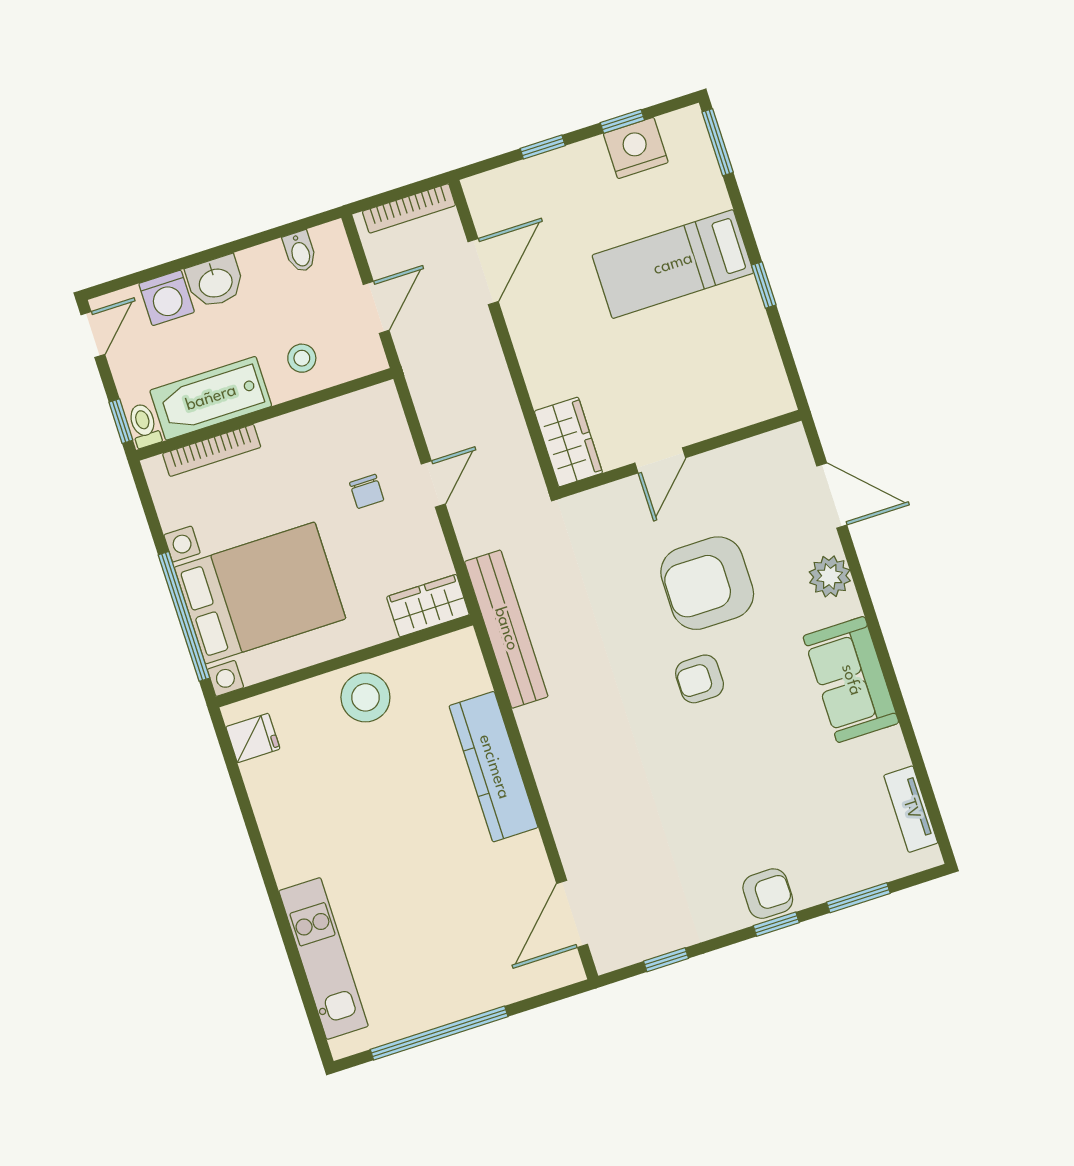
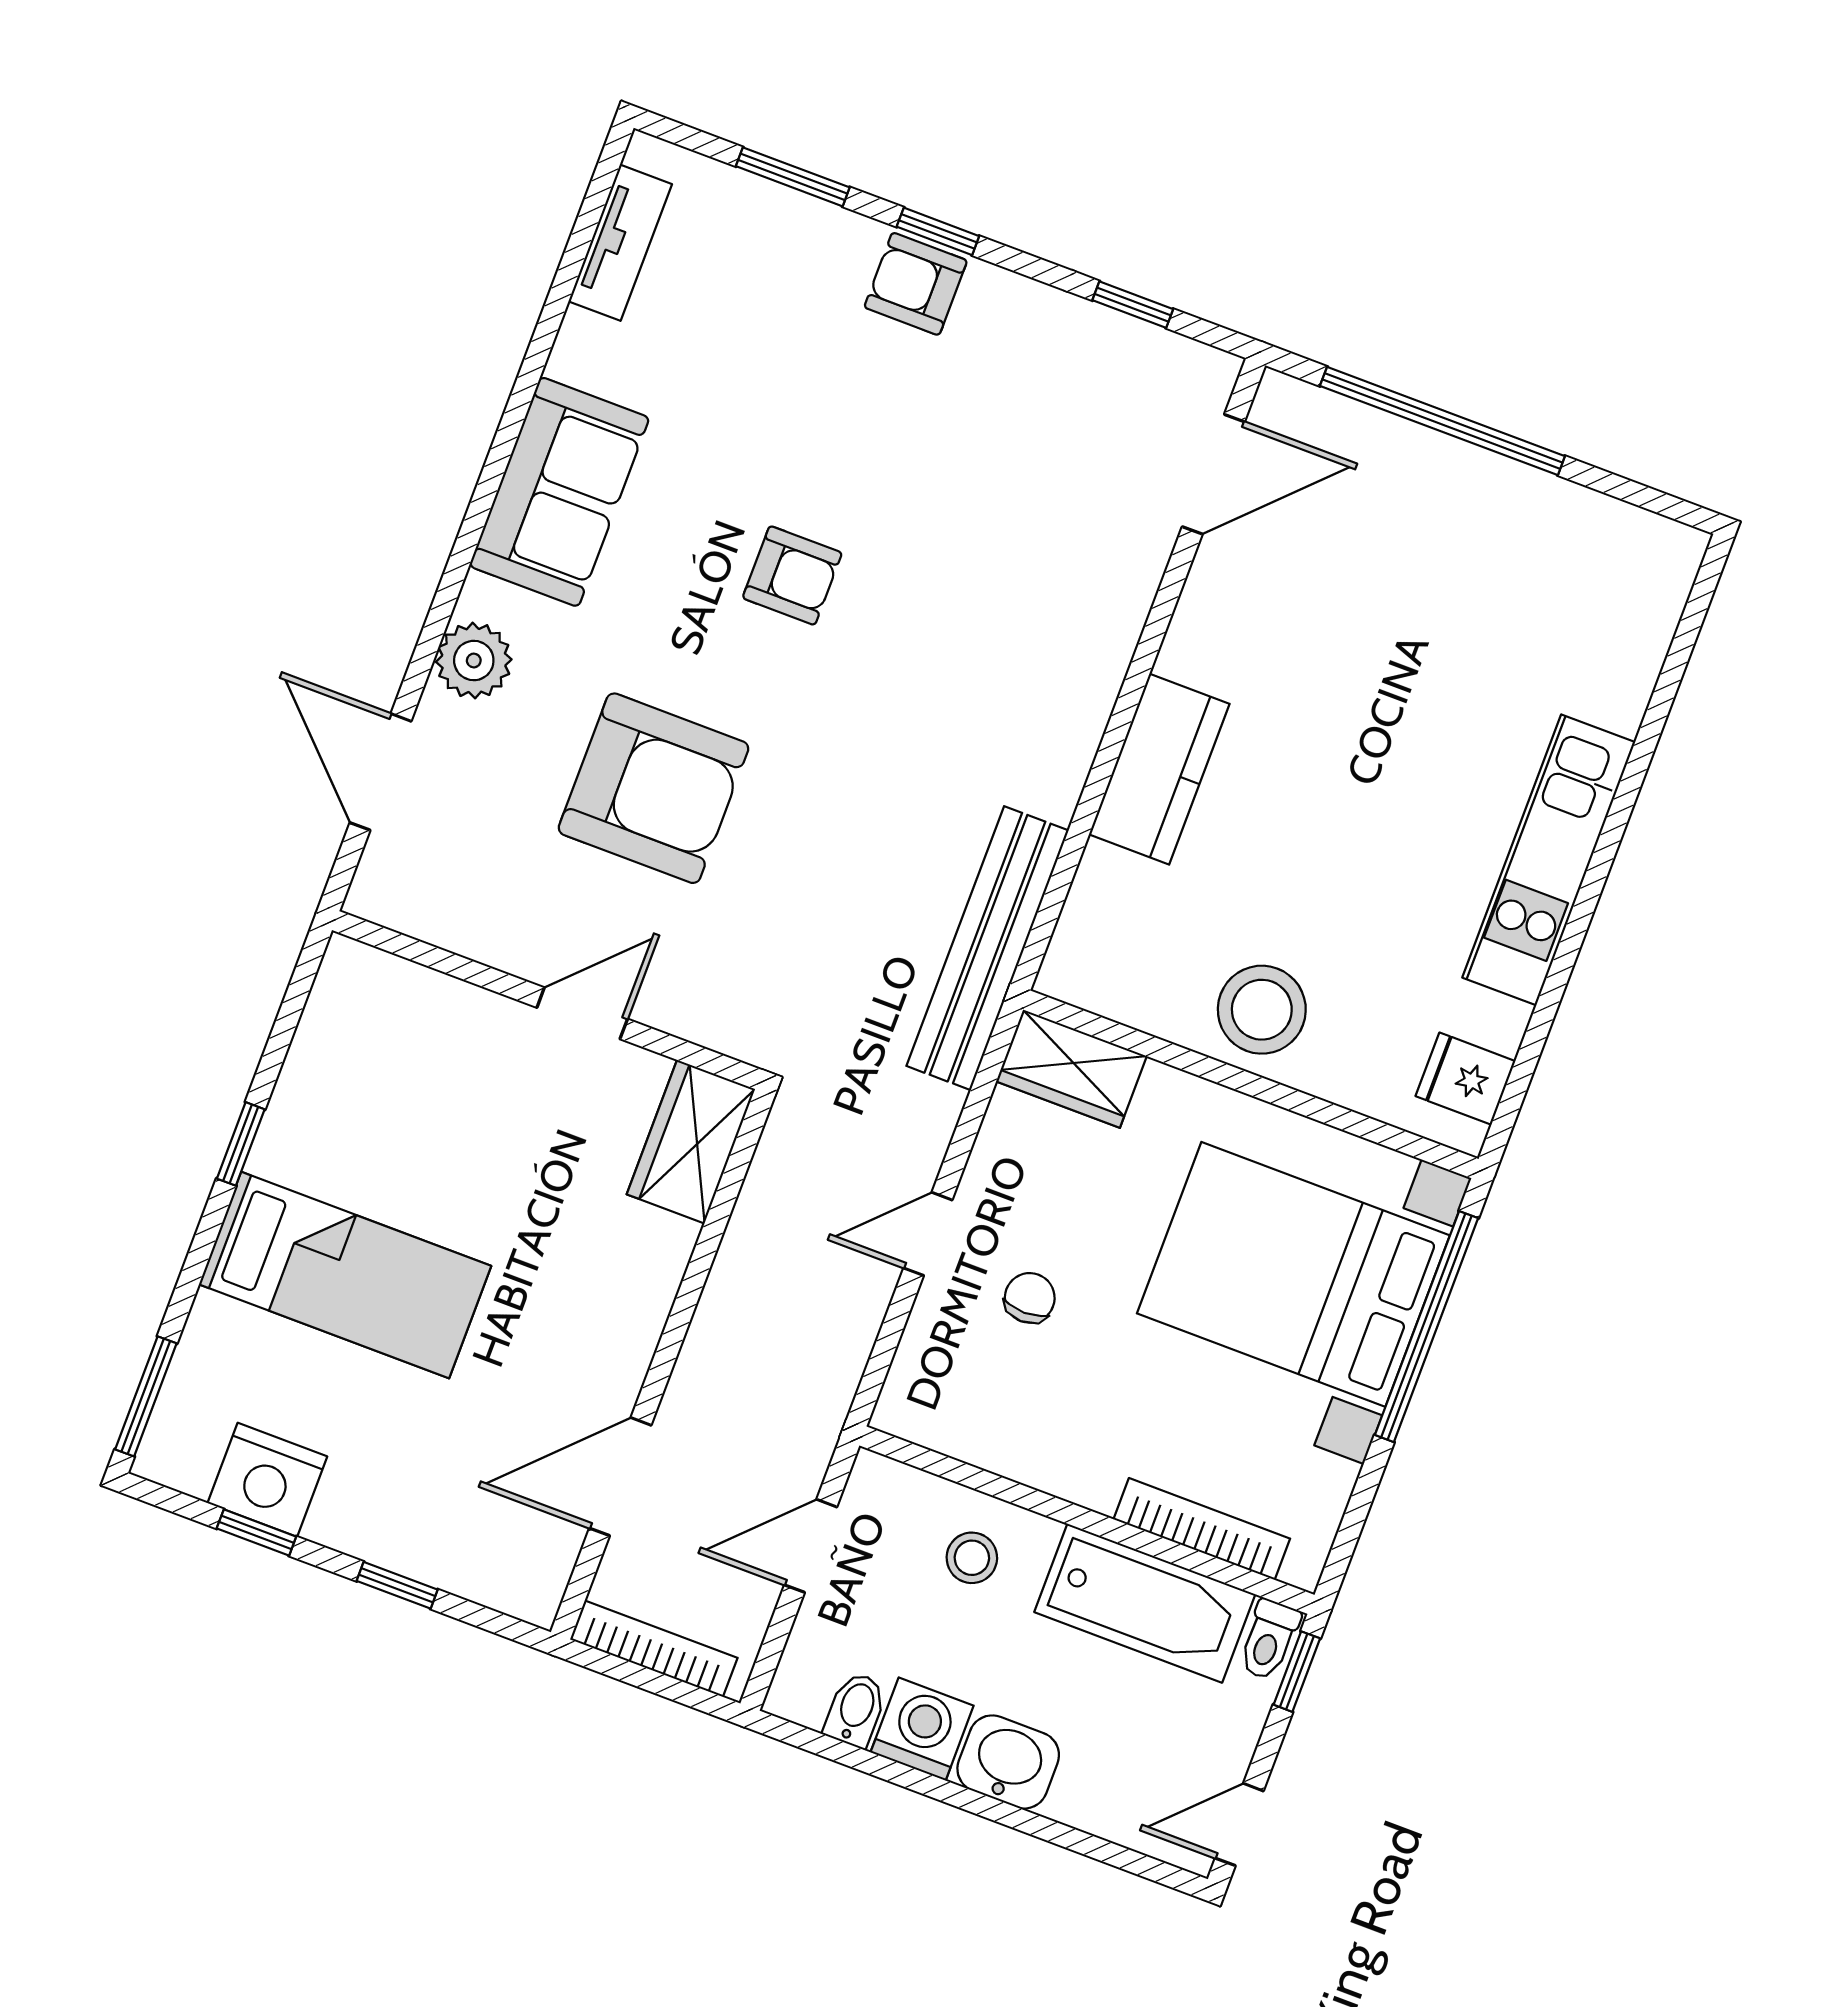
washing machine: (167, 298) -> (922, 1729), moved
armchair: (700, 679) -> (792, 575), moved
kitchen counter: (494, 767) -> (1159, 769), width x0.67
kitchen unit: (324, 958) -> (1549, 860), moved
window: (439, 1033) -> (1442, 421), moved

